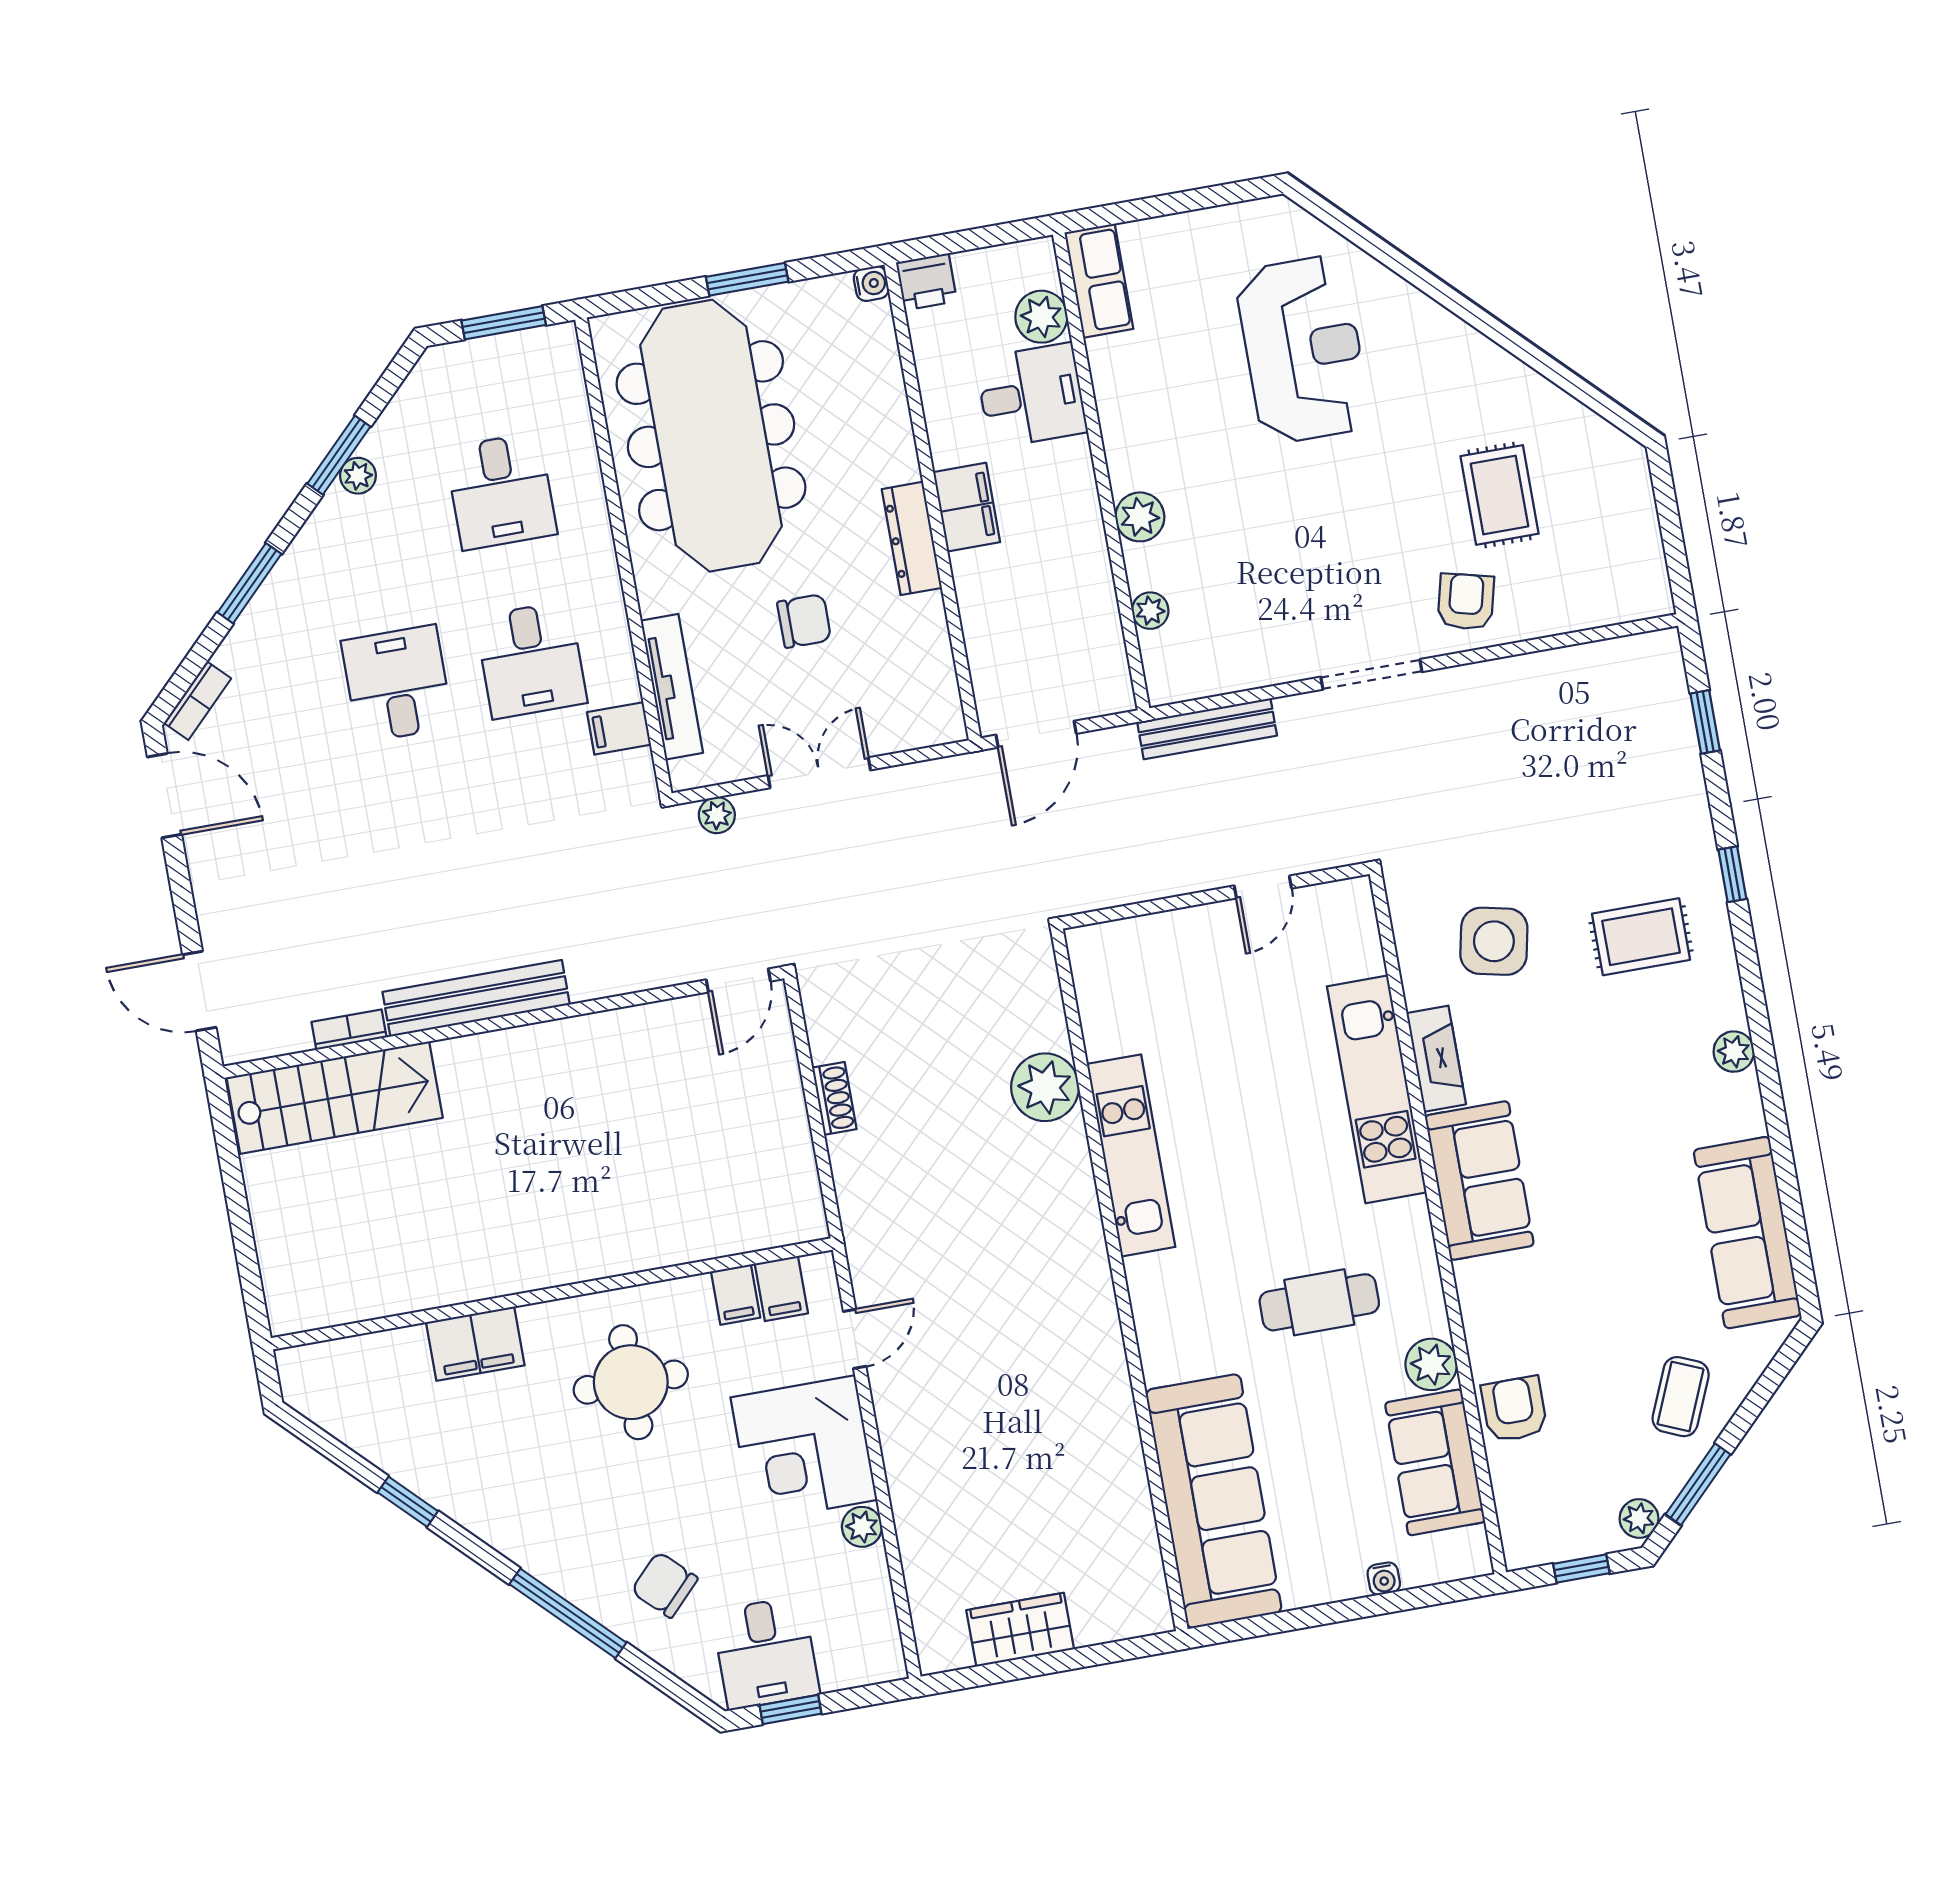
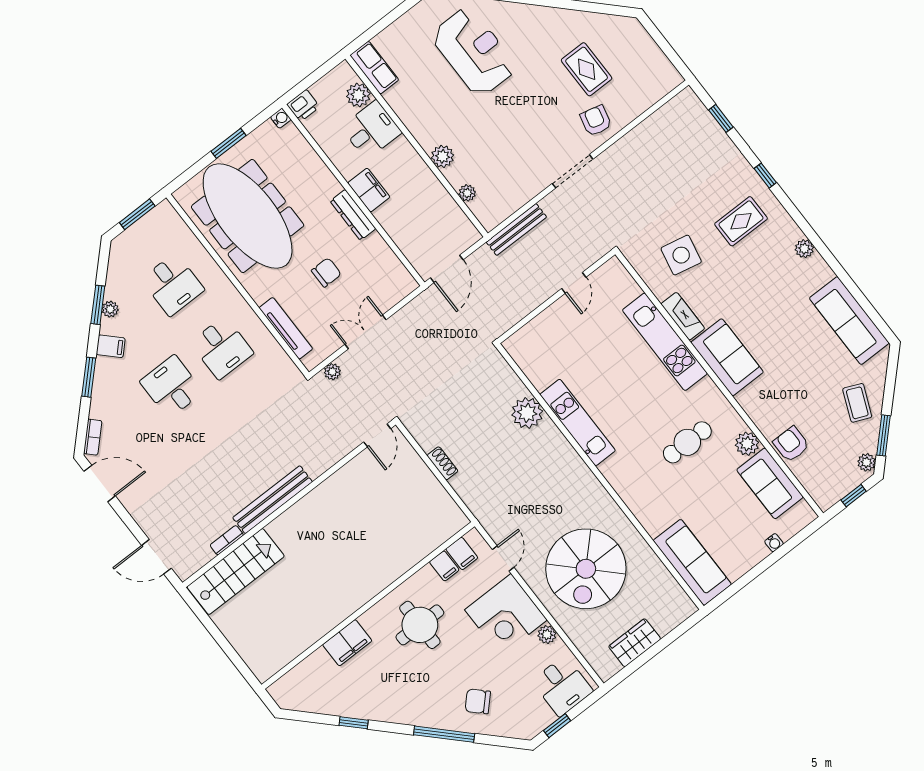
filing cabinet: (619, 728) -> (111, 346), moved, turned -135
spiral stairs: (1001, 1441) -> (586, 569), added
sofa: (1214, 1501) -> (692, 562), width x0.74, depth x0.79
desk: (766, 1653) -> (562, 686), moved

